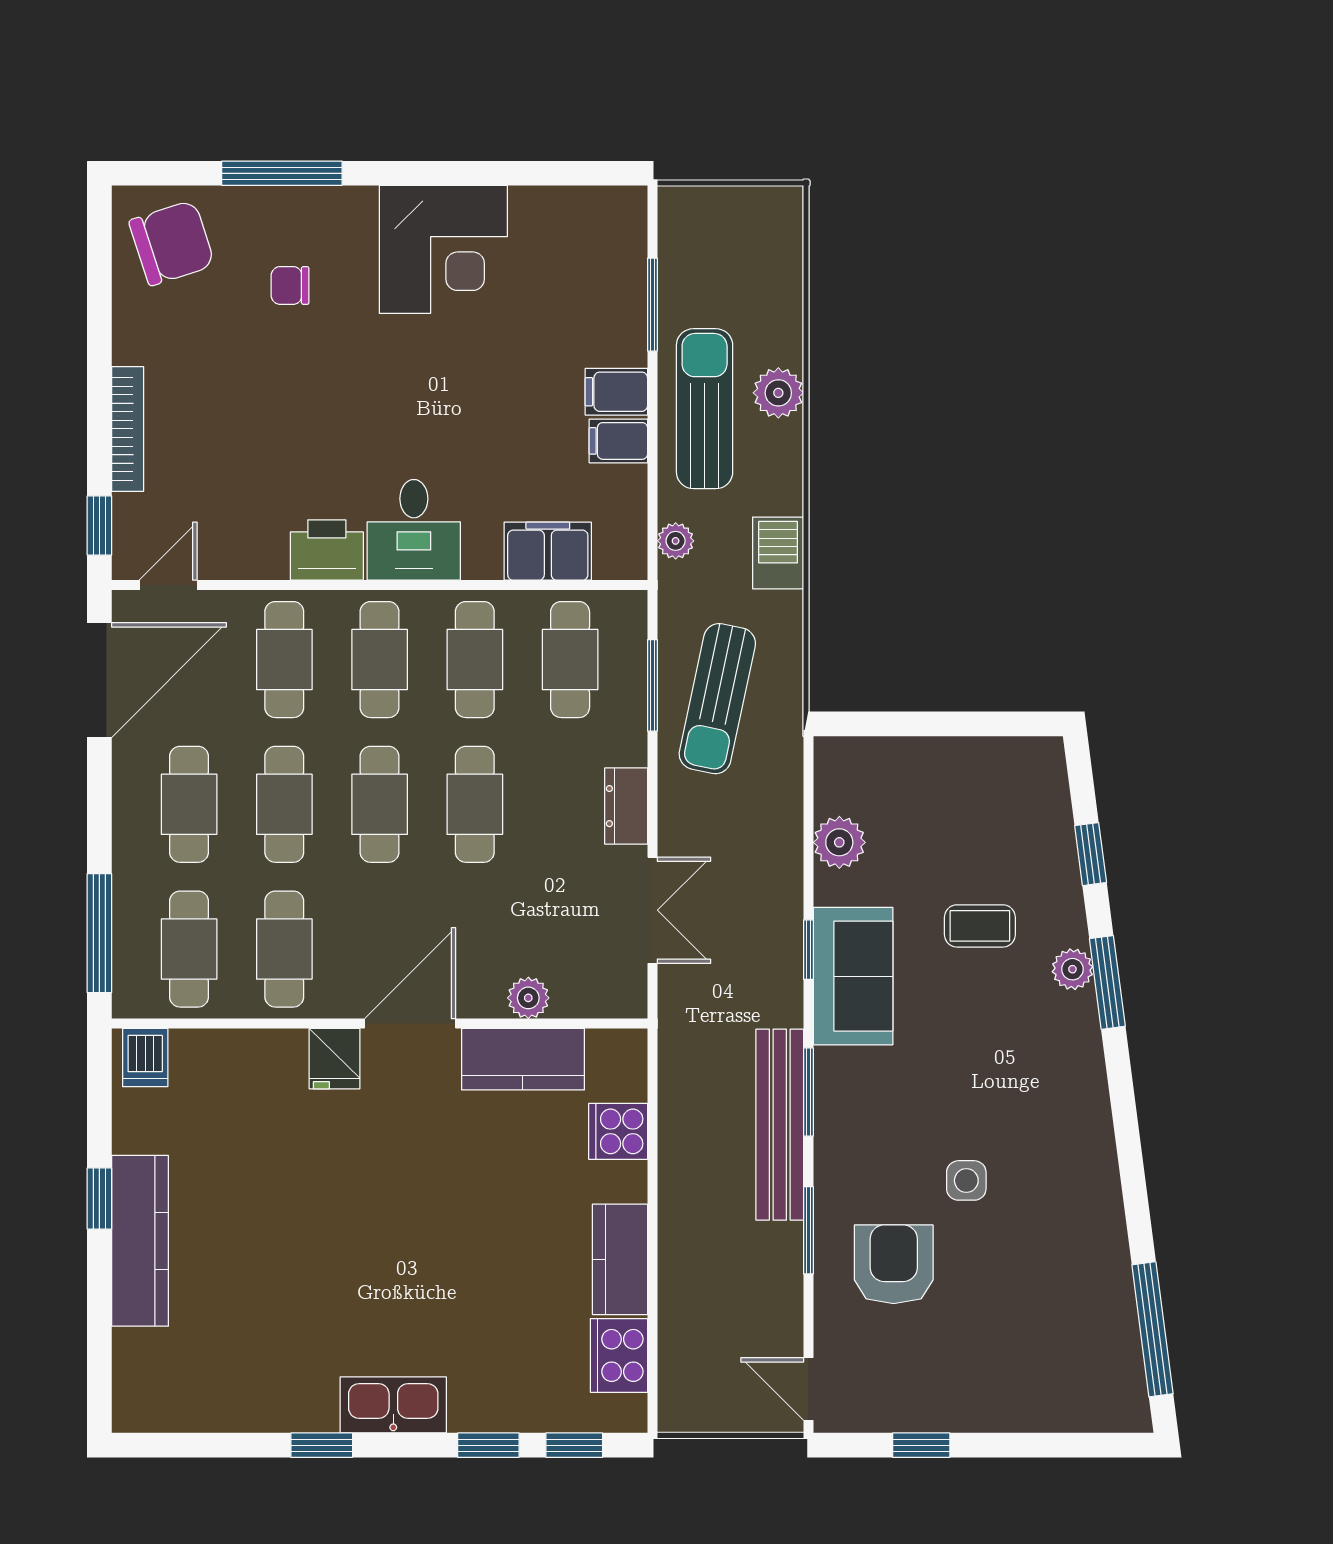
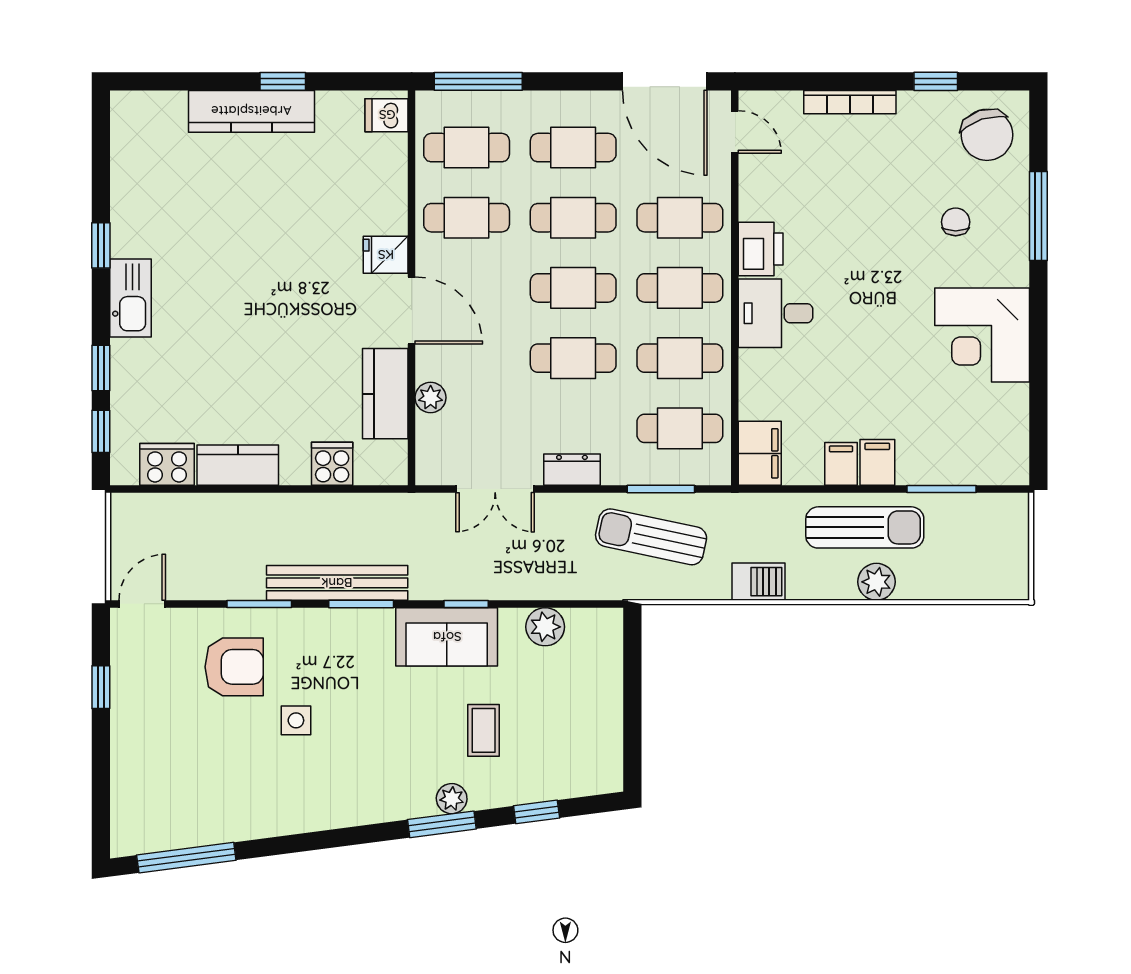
window: (99, 526) -> (936, 81), moved
plant: (676, 541) -> (767, 506), removed
filing cabinet: (548, 551) -> (760, 453), moved

